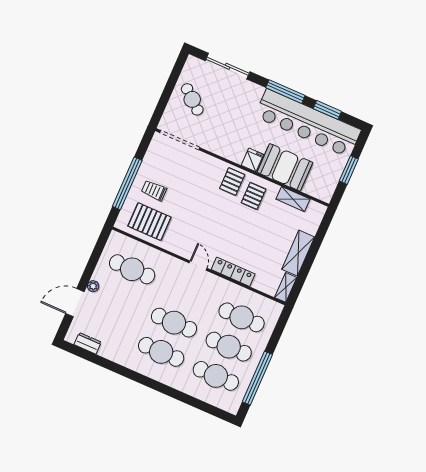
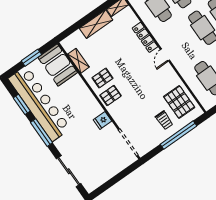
cafe table: (192, 99) -> (104, 164), removed
fridge: (252, 160) -> (102, 120), moved
booth: (285, 167) -> (58, 65), moved

